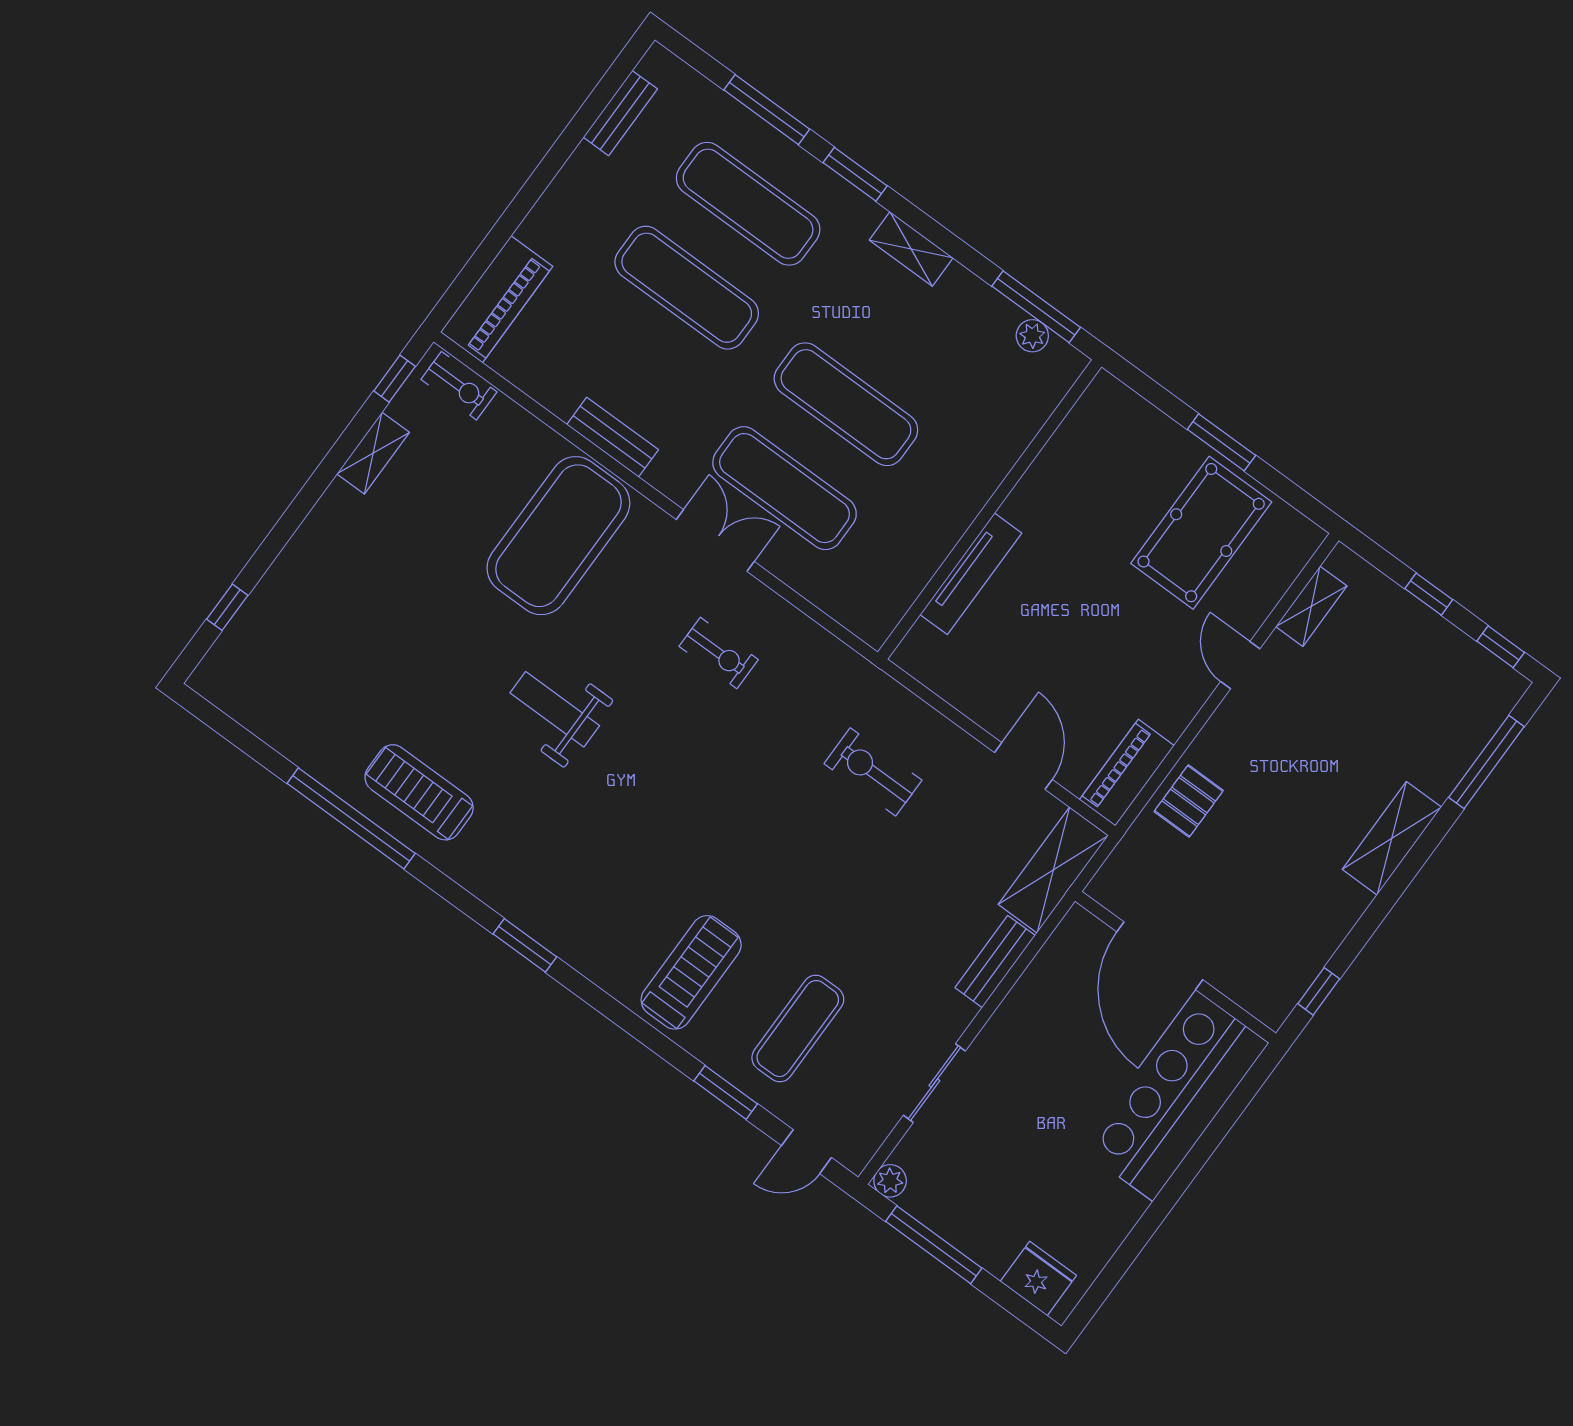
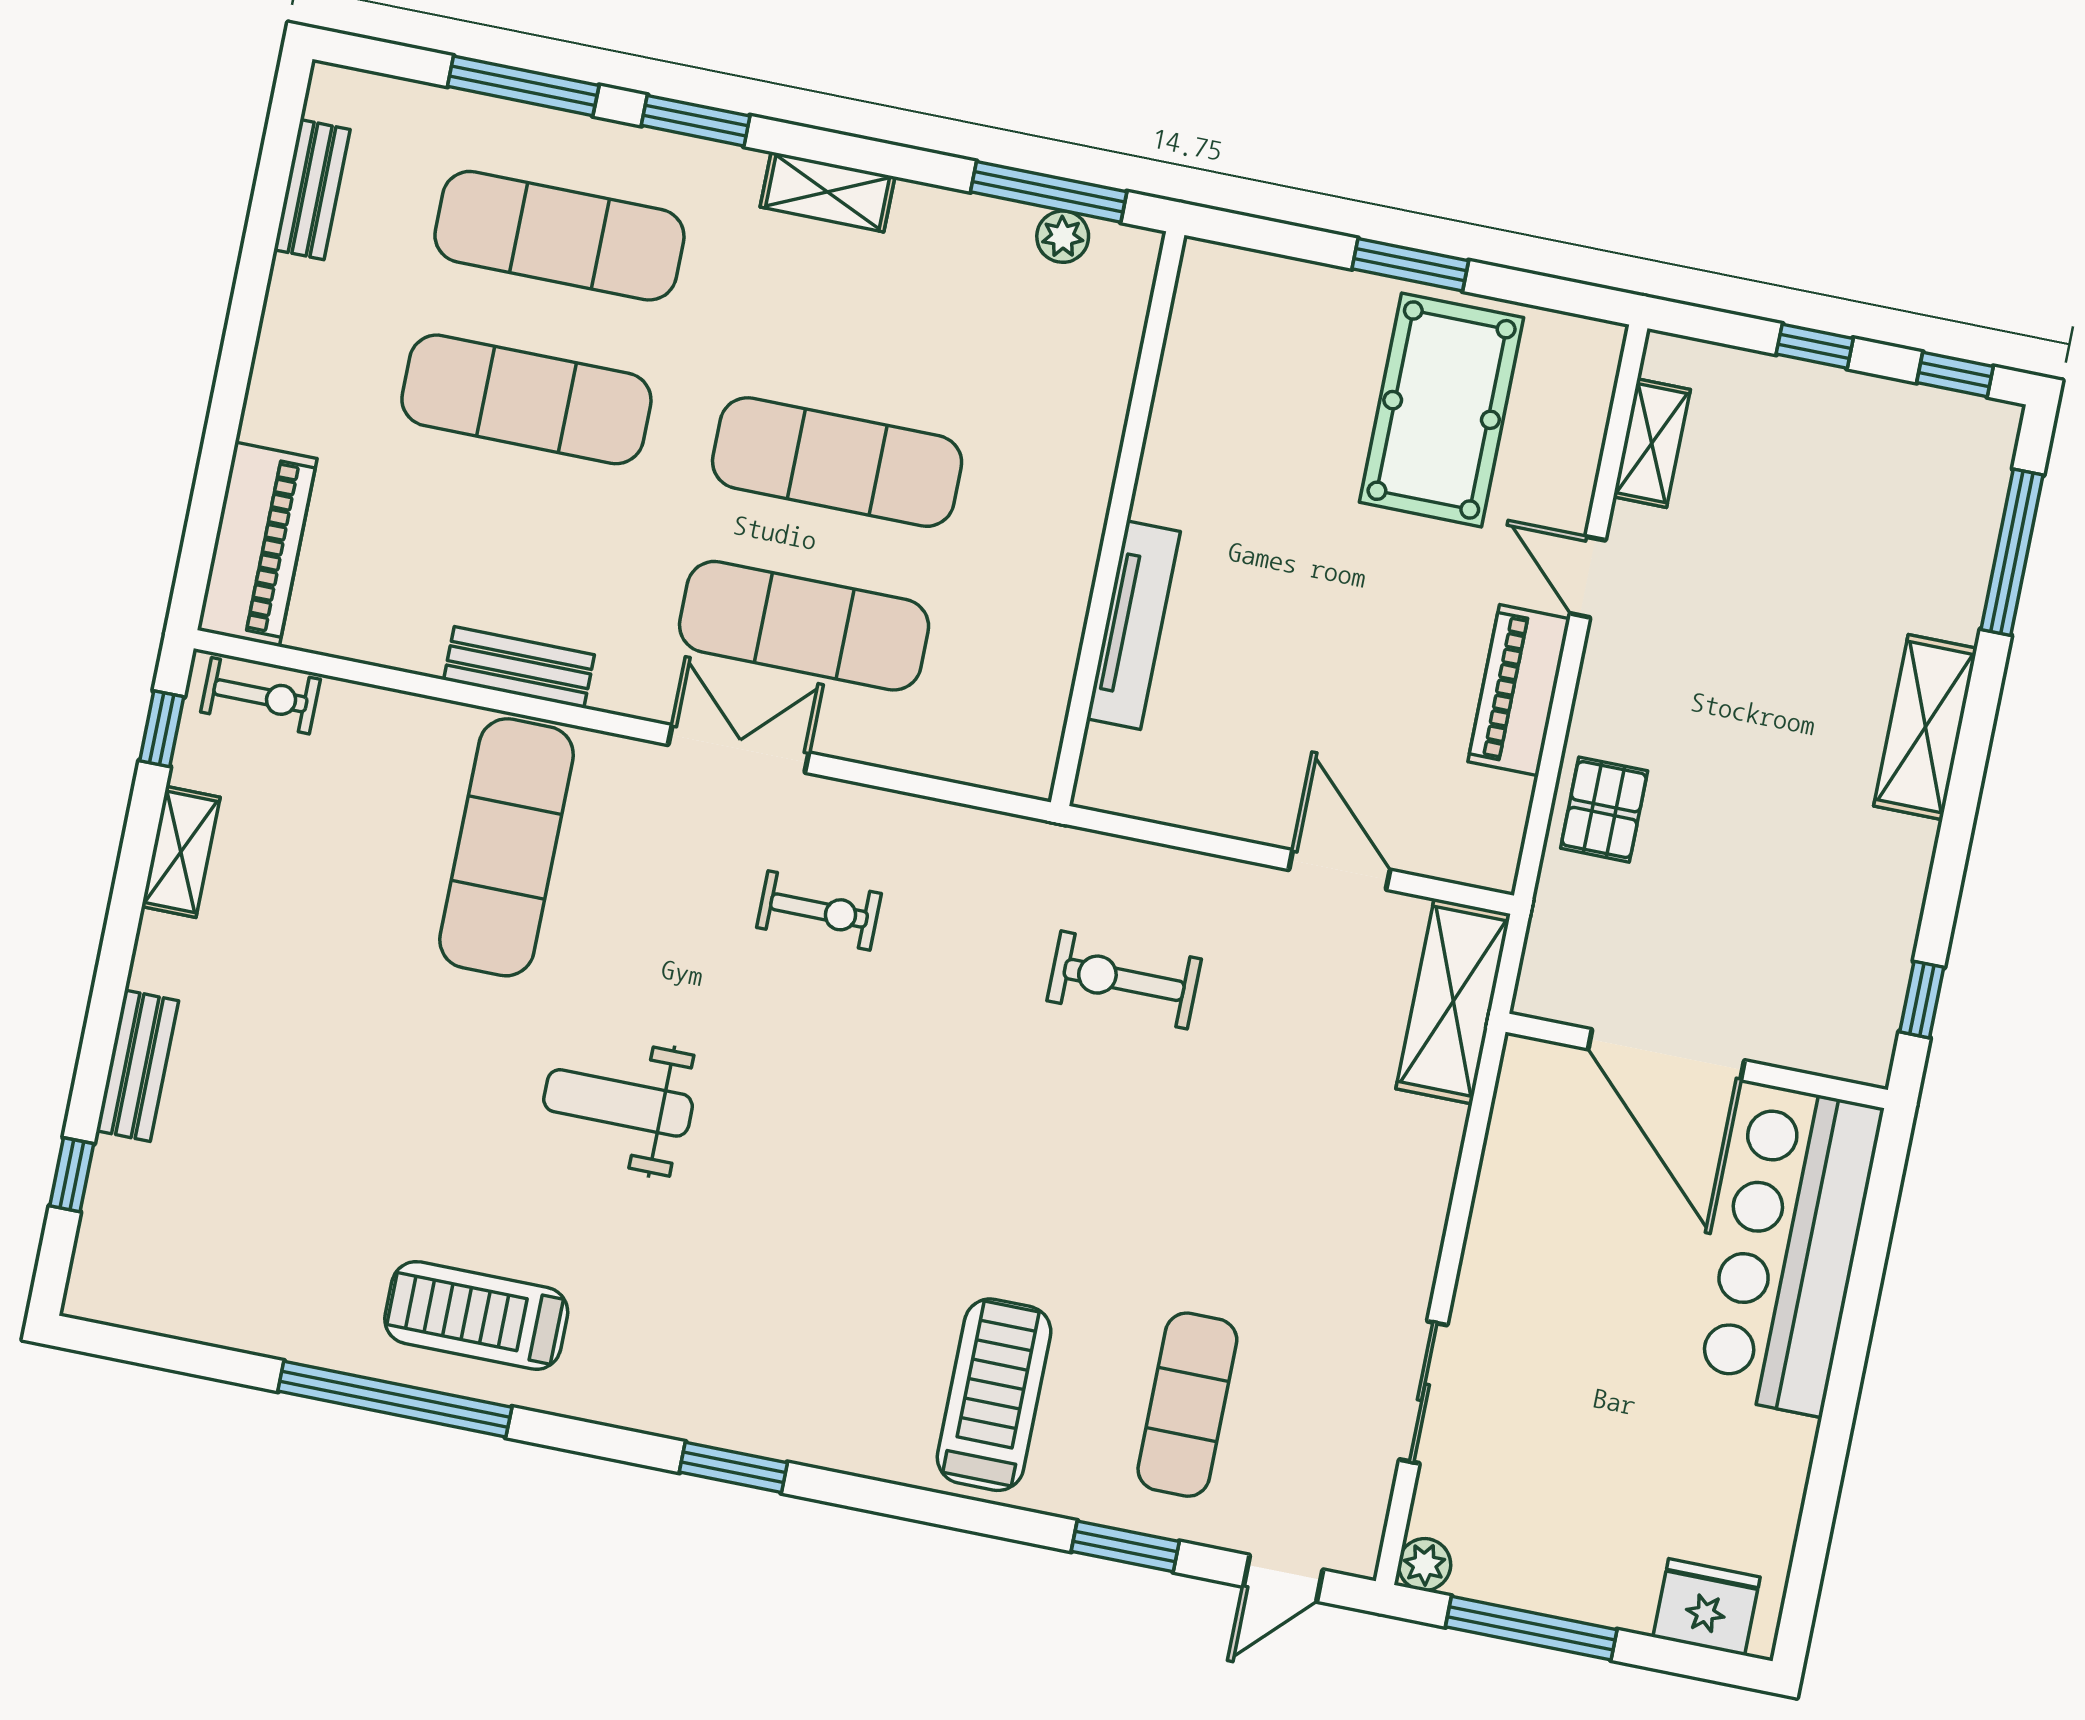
exercise mat: (558, 536) -> (507, 847), width x0.68
piano: (1127, 773) -> (1519, 690), moved
bench: (995, 962) -> (137, 1066), moved

